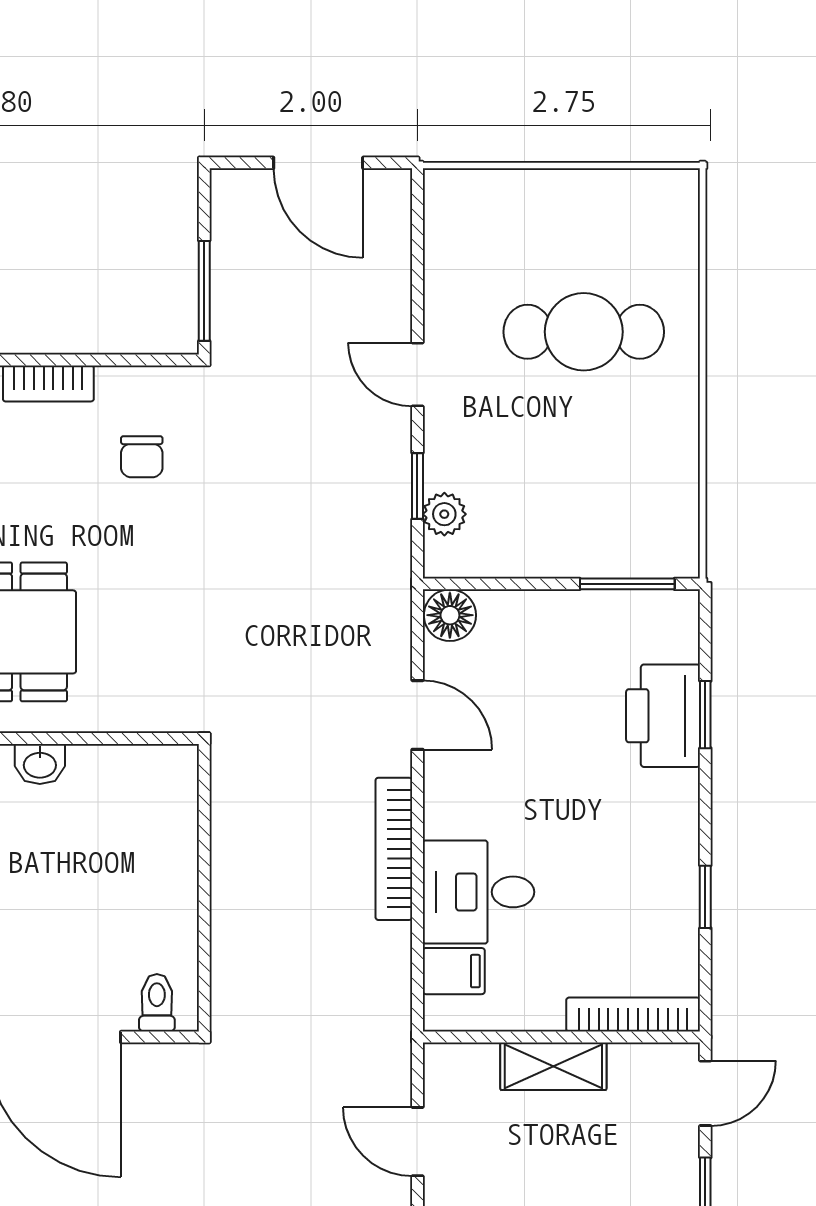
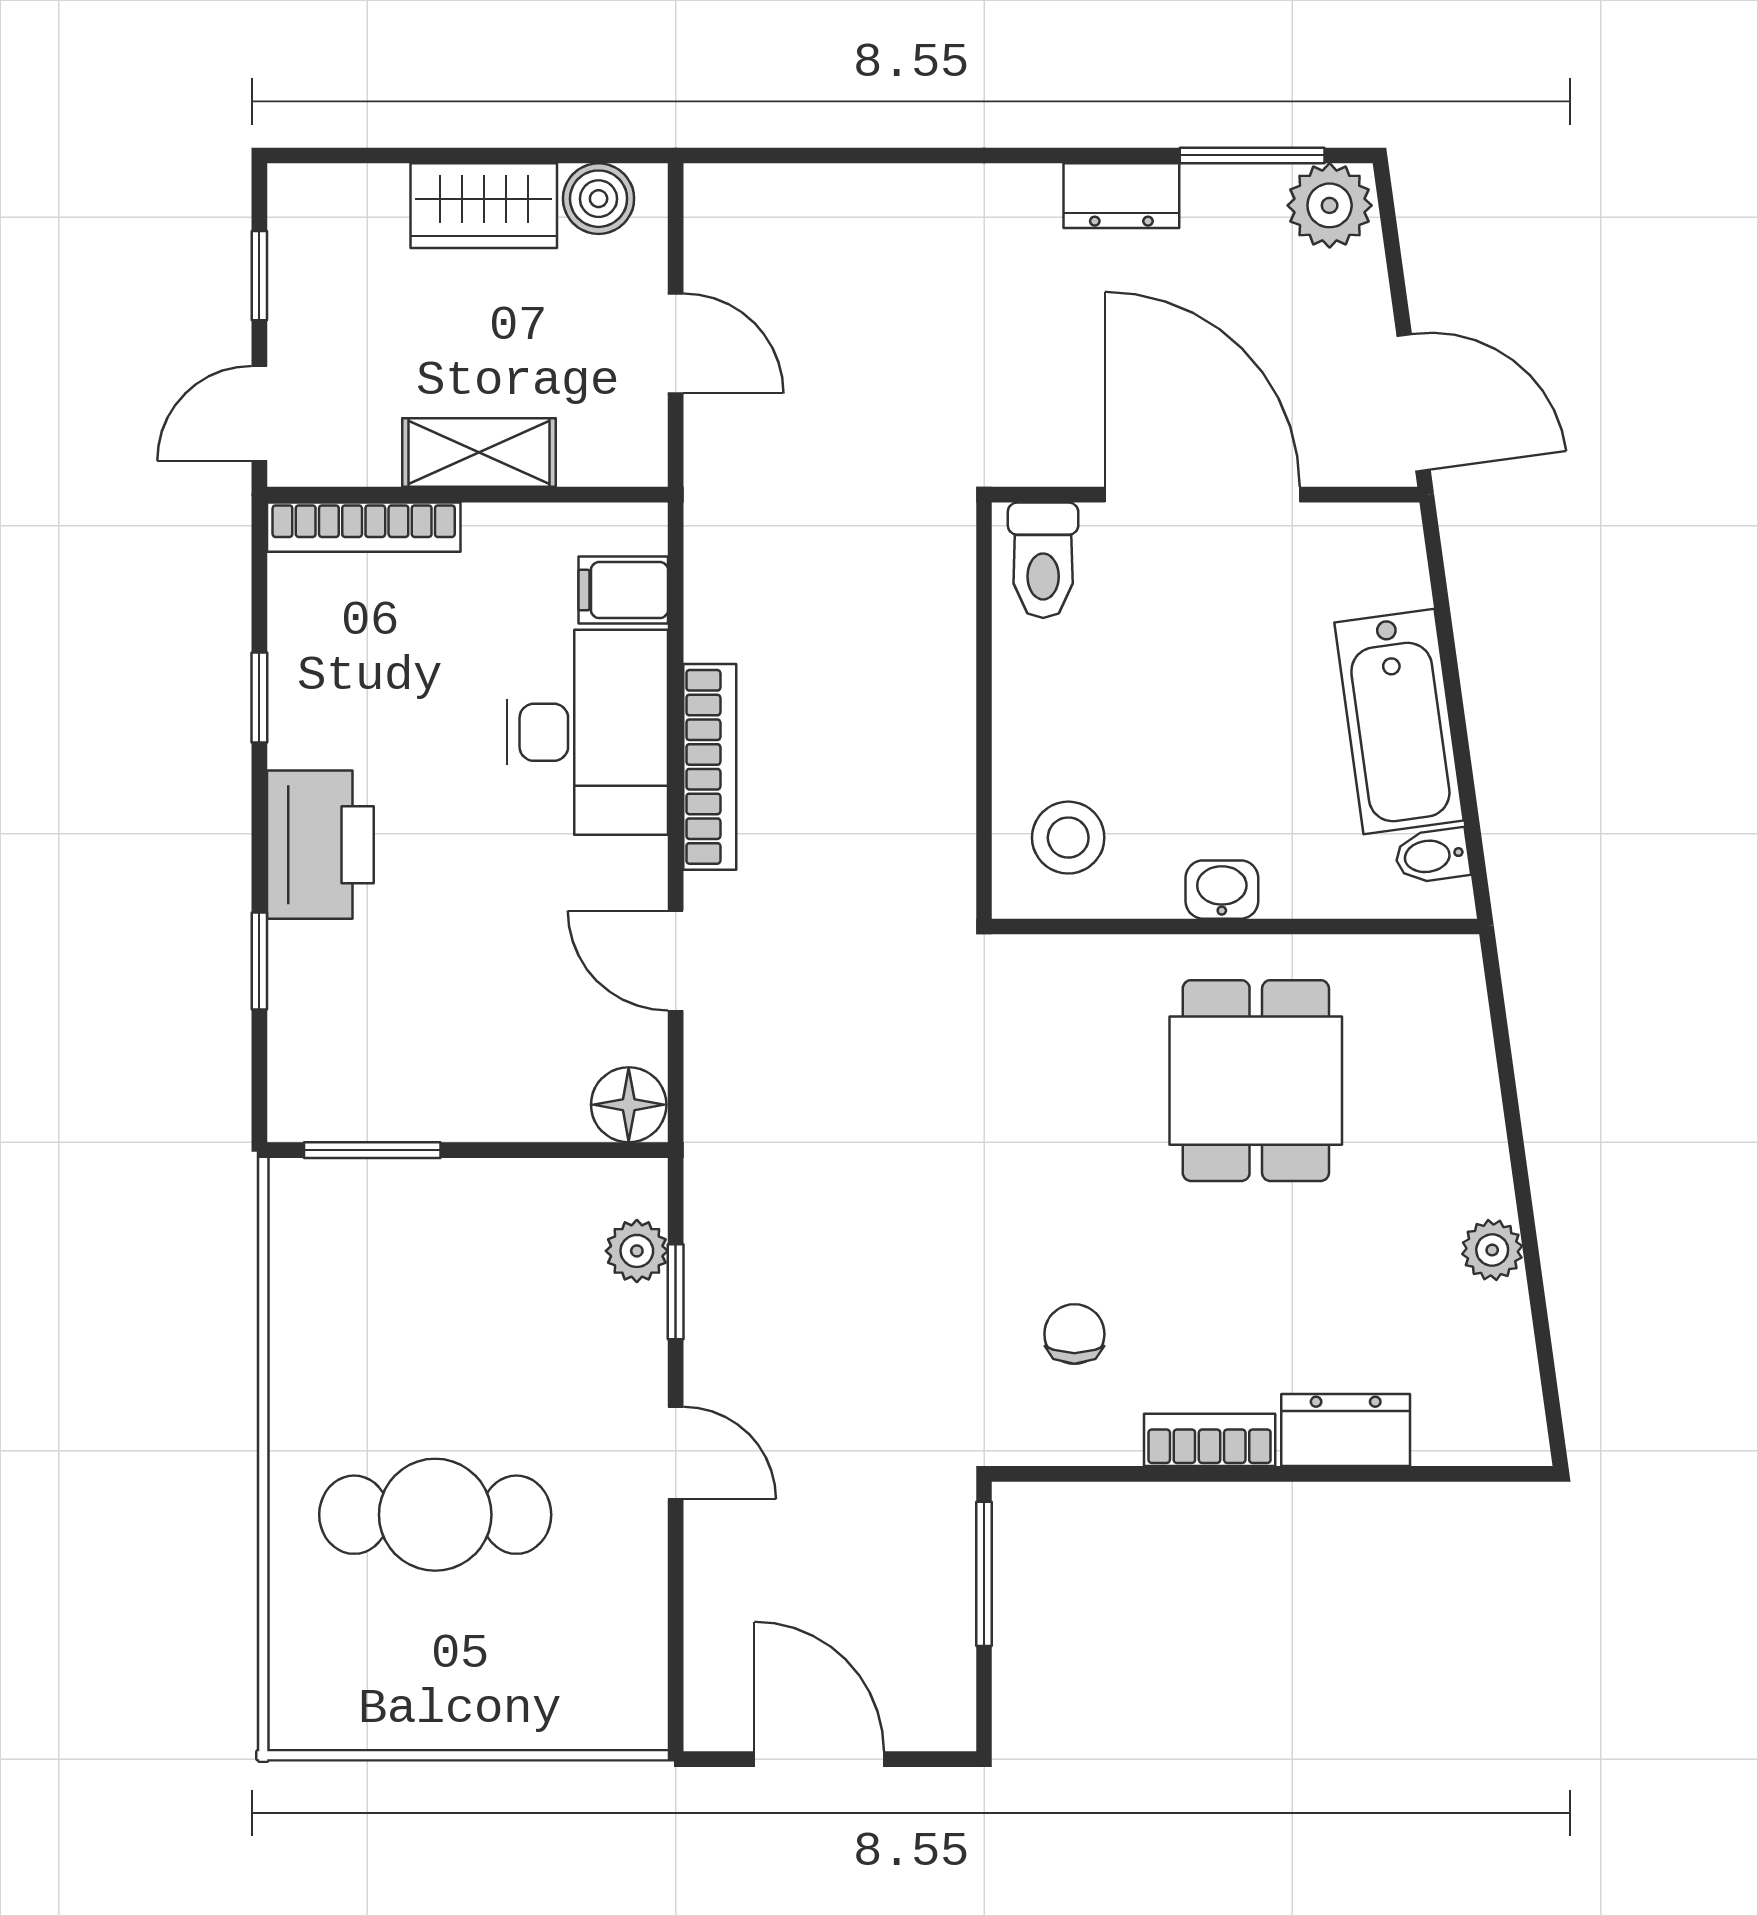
printer: (663, 716) -> (320, 845), moved
stool: (146, 800) -> (1068, 838), added
desk: (479, 892) -> (587, 732), width x1.37
toilet: (157, 1003) -> (1043, 560), width x1.37, depth x1.39

